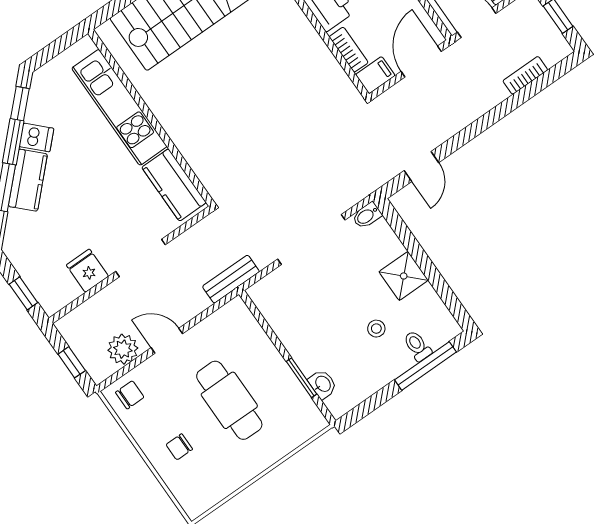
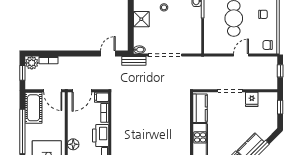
bench: (231, 279) -> (134, 61), moved
door: (167, 341) -> (241, 55), swing flipped
plant: (123, 349) -> (32, 63), moved

